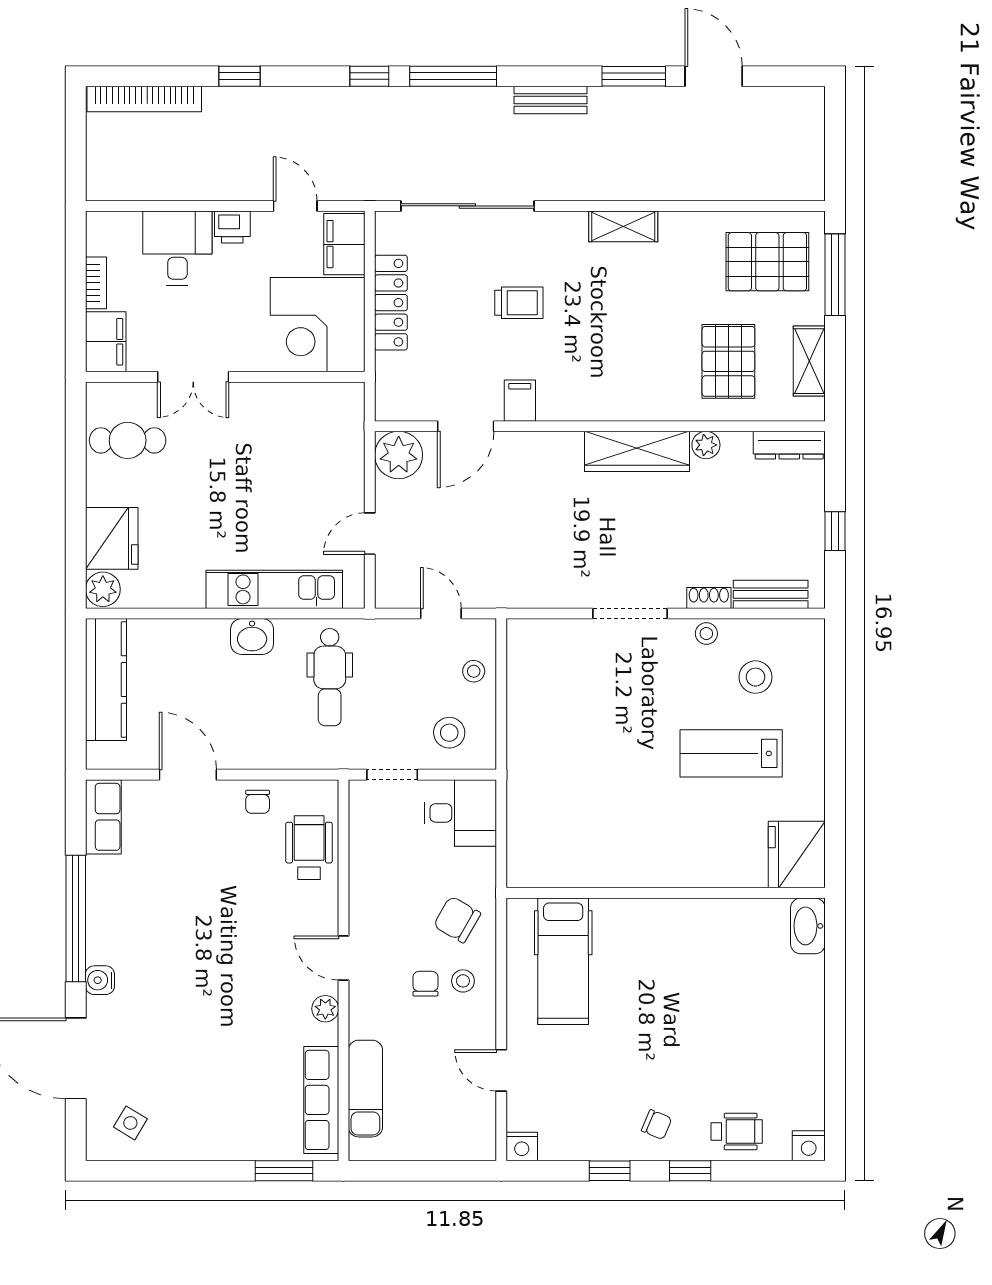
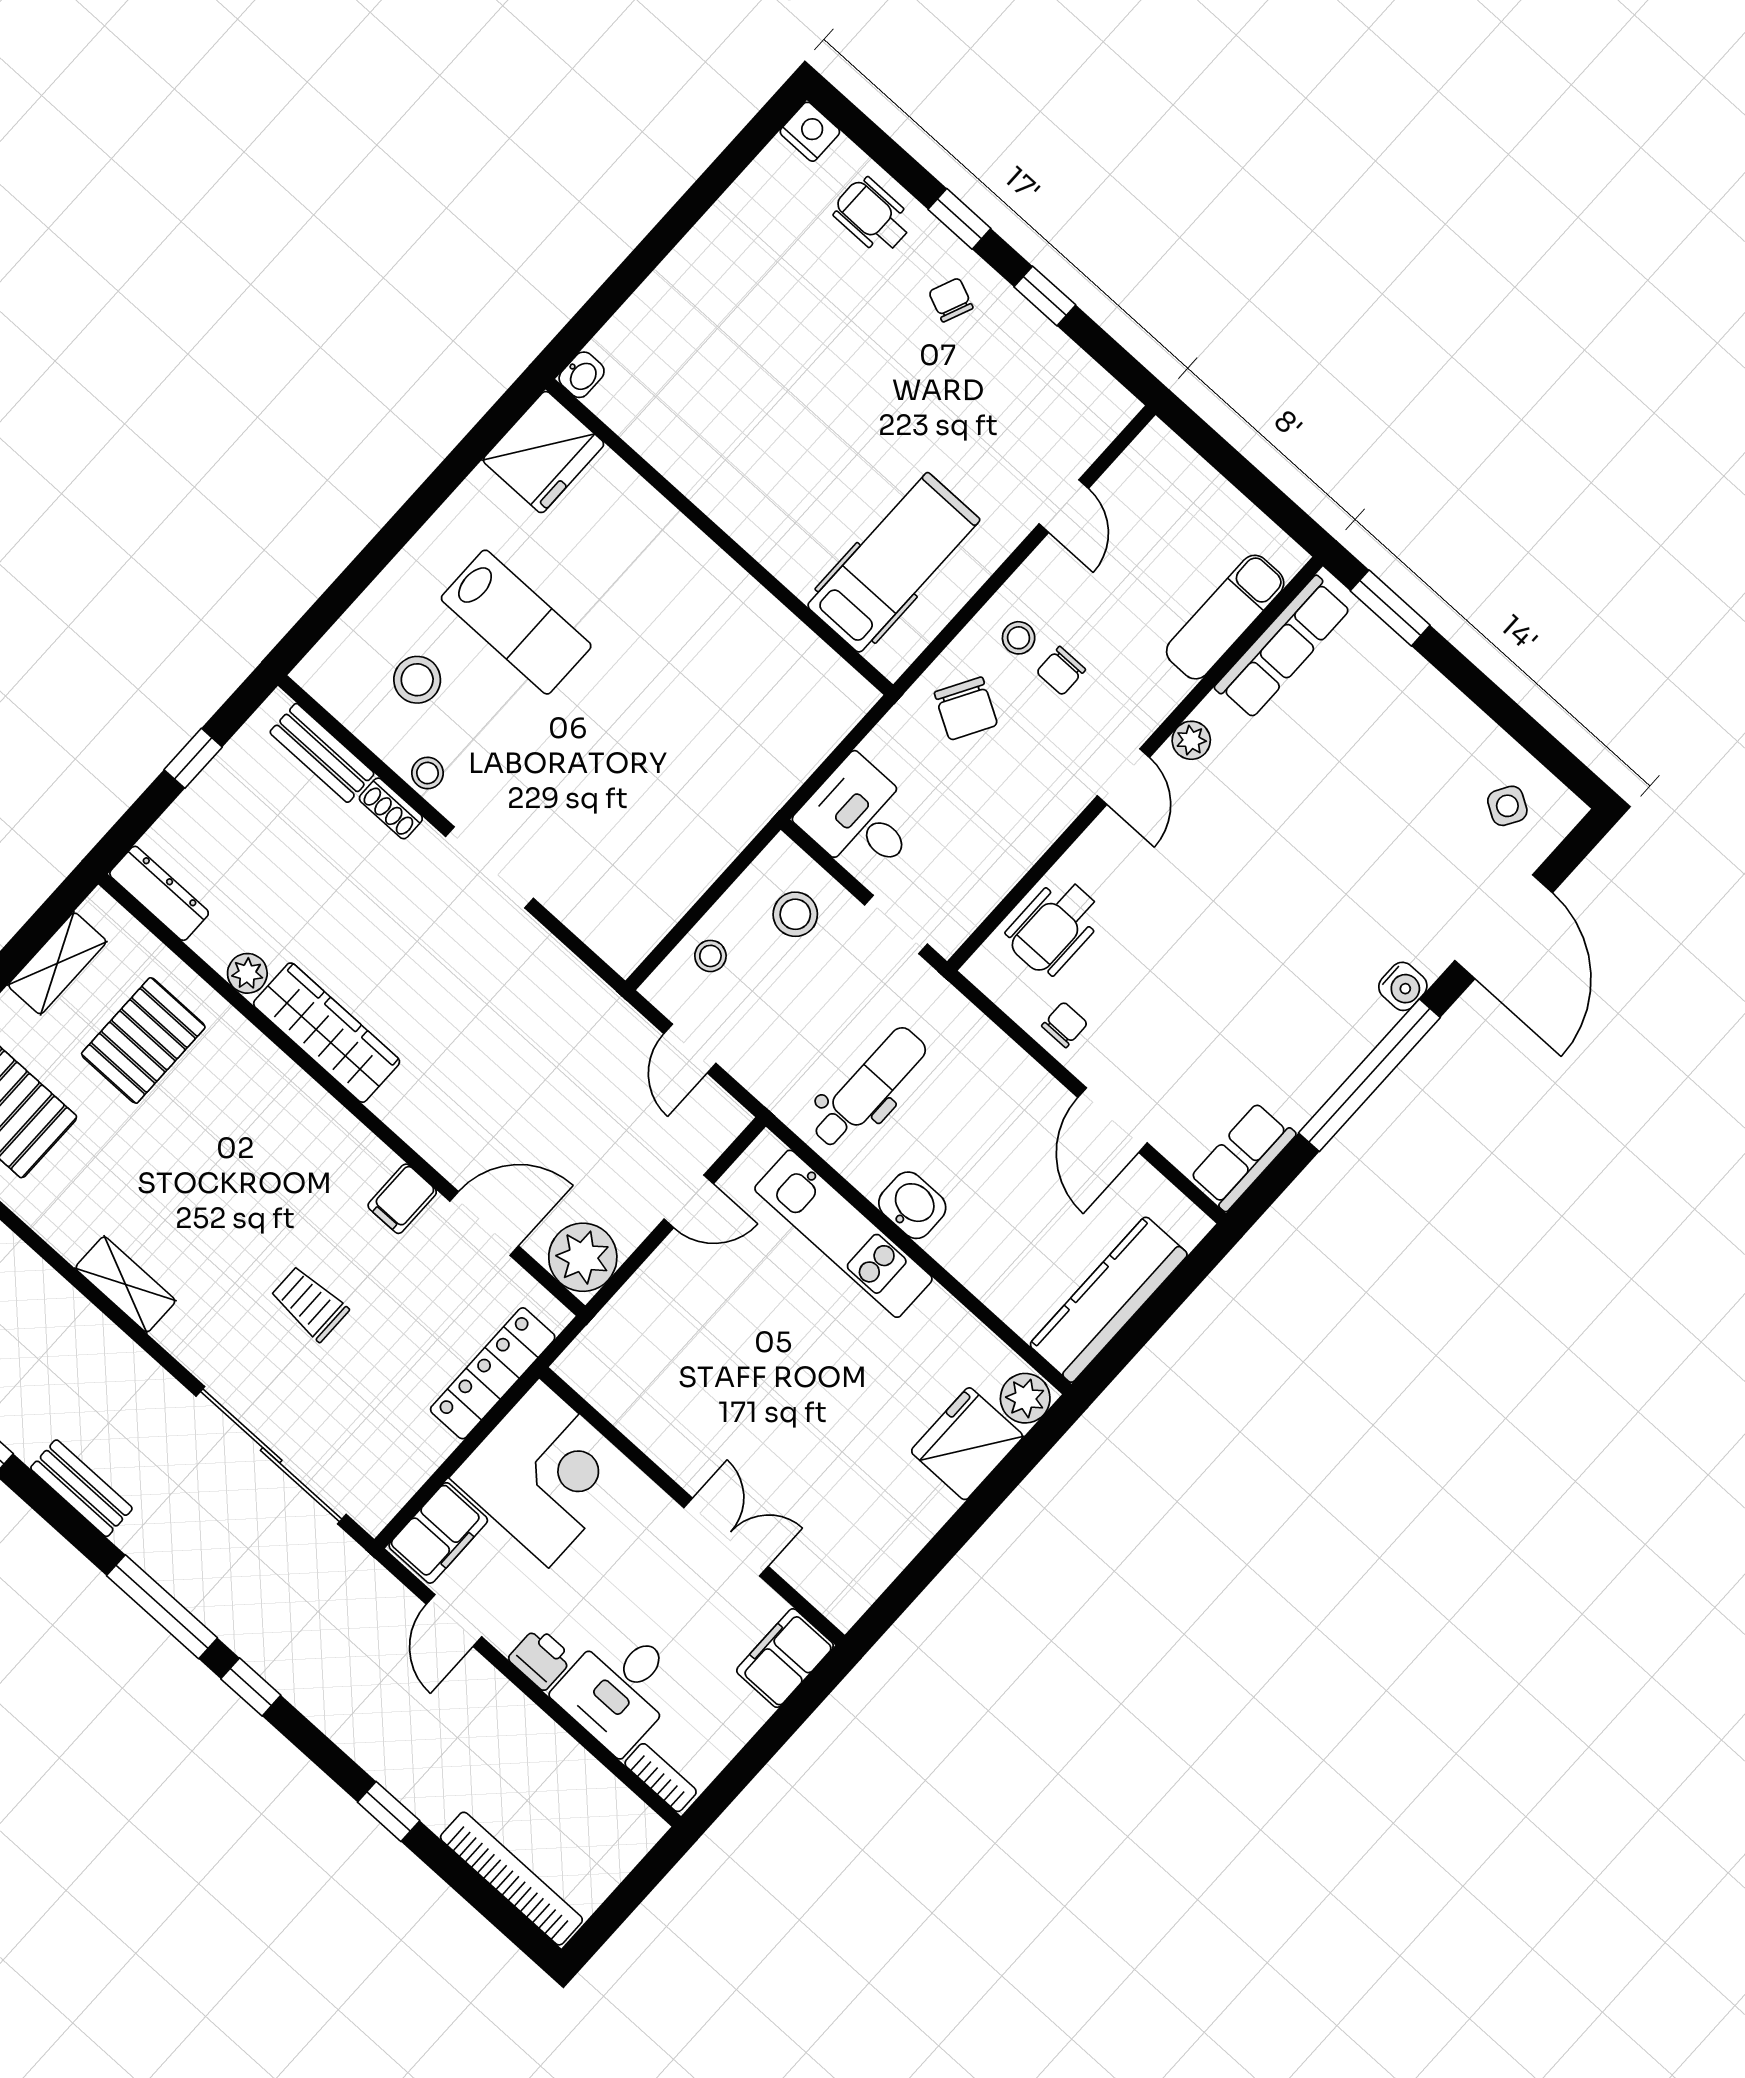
bookcase: (96, 283) -> (661, 1778), moved, turned 90
locker: (391, 303) -> (493, 1373), moved
cafe table: (128, 440) -> (856, 1532), removed
washbasin: (808, 926) -> (582, 375), width x0.52, depth x0.69
nightstand: (522, 1146) -> (1115, 406), removed

